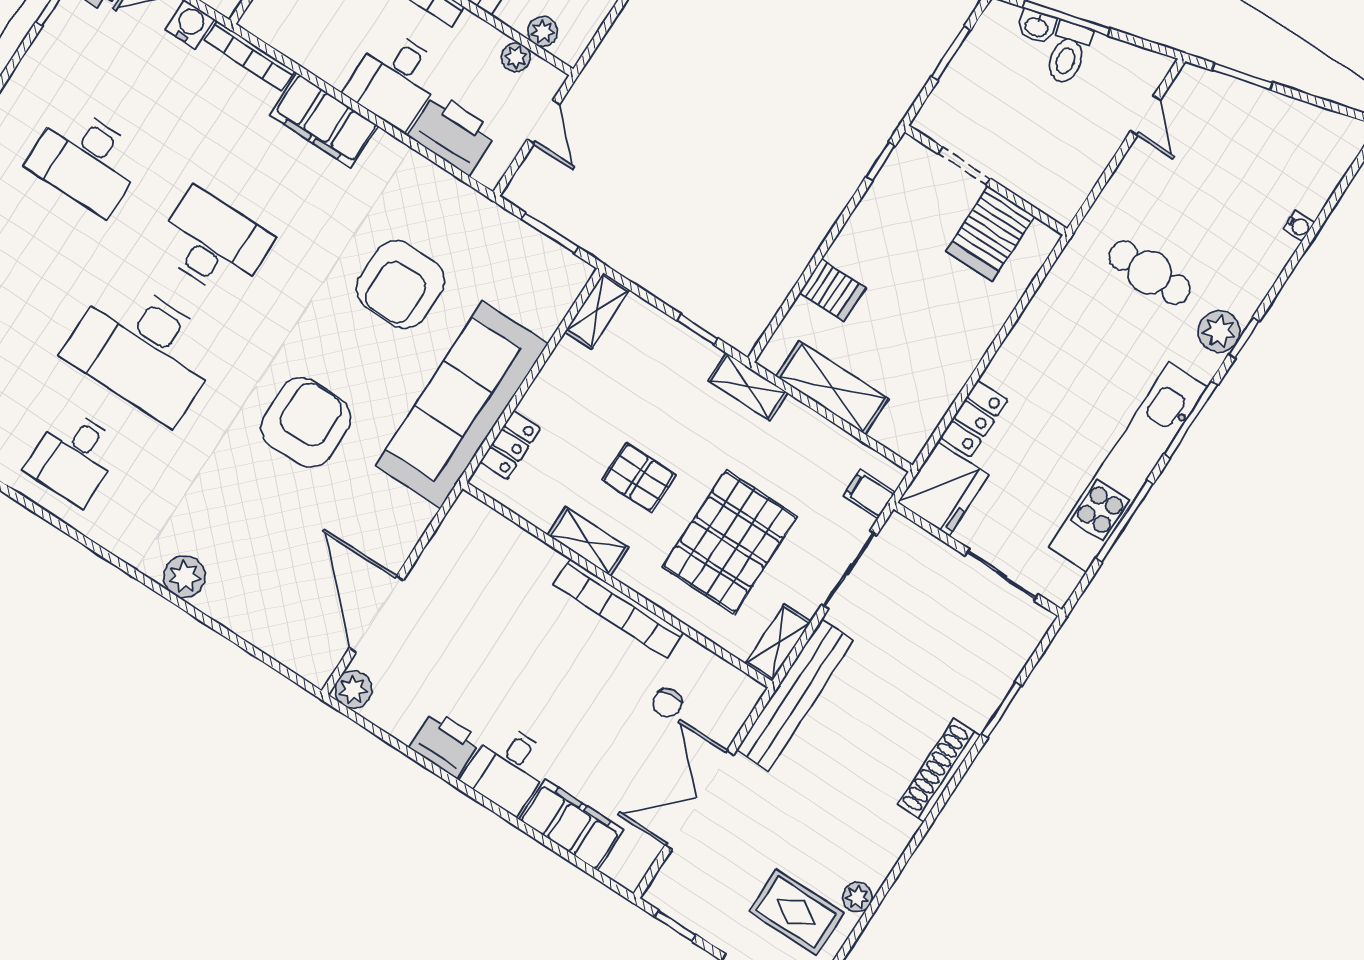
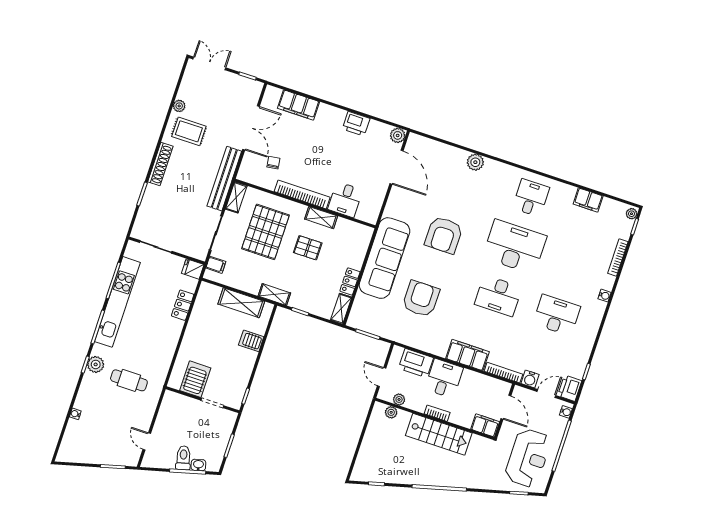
locker: (510, 445) -> (350, 281), moved
fridge: (943, 489) -> (193, 269), width x0.53, depth x0.75
desk: (508, 768) -> (345, 200), moved, turned 180
rug: (796, 912) -> (189, 131), moved

